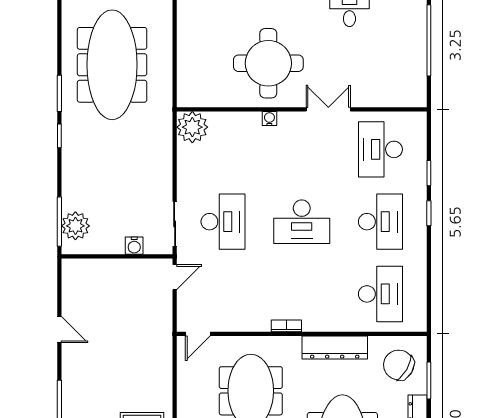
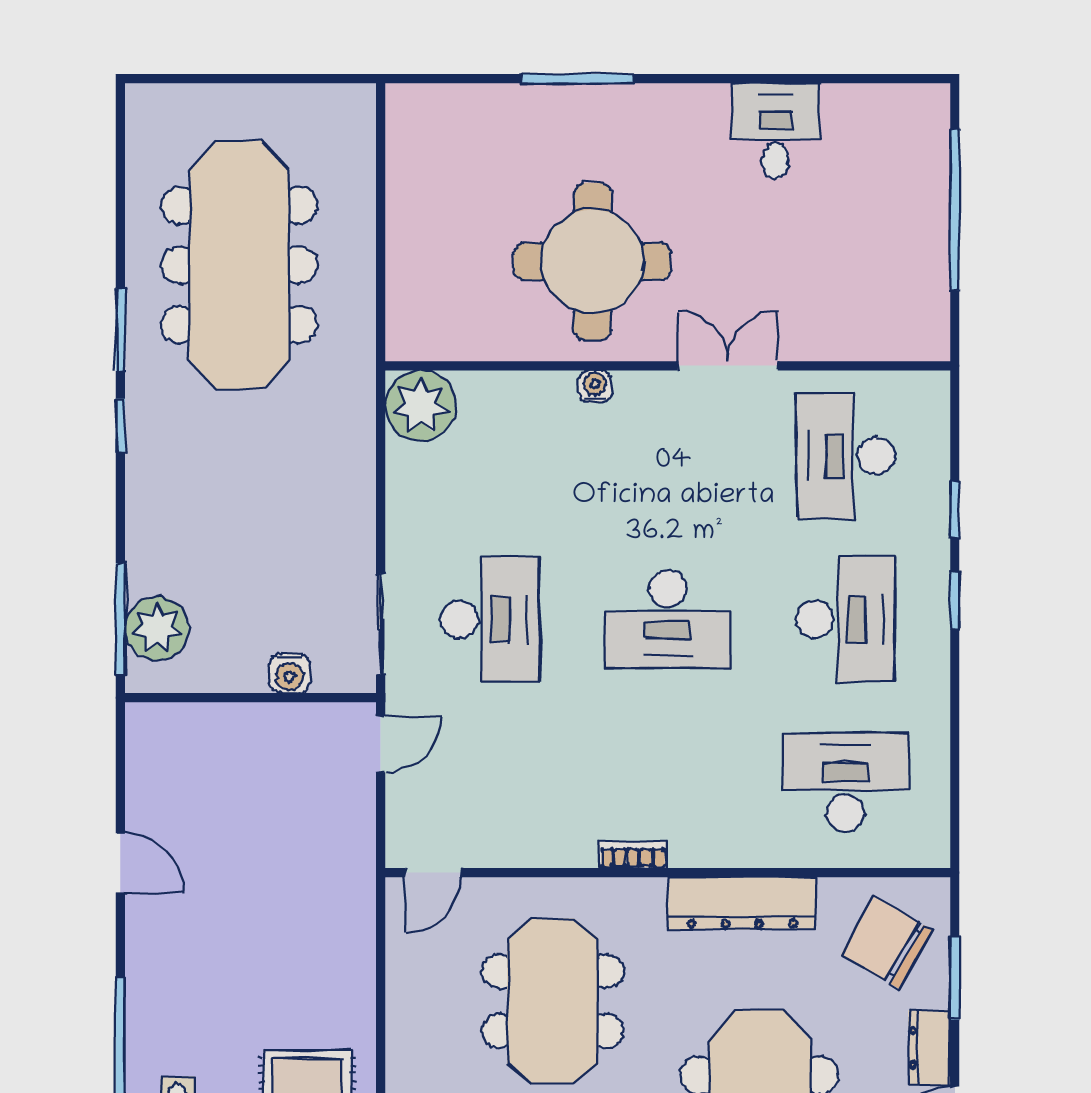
desk: (380, 294) -> (845, 782), turned -90

